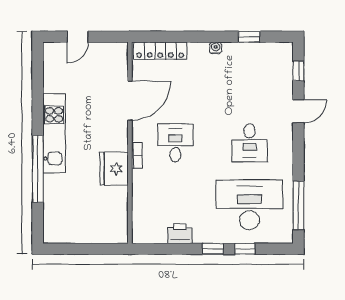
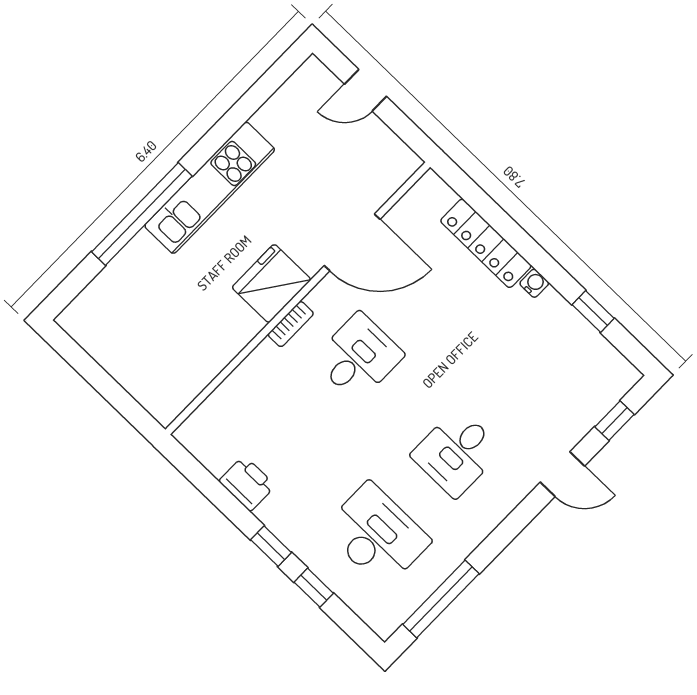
locker: (160, 51) -> (486, 243), moved
fridge: (114, 169) -> (271, 283), moved
desk: (249, 205) -> (377, 535), width x0.73, depth x0.77

